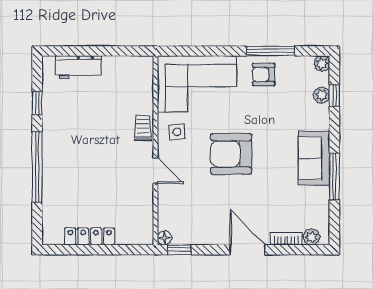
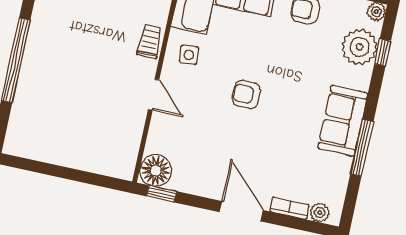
plant: (322, 95) -> (360, 47), width x1.87, depth x1.87
armchair: (231, 154) -> (246, 94), width x0.53, depth x0.53
locker: (90, 236) -> (59, 155), removed
floor lamp: (164, 238) -> (156, 170), width x1.89, depth x1.89

